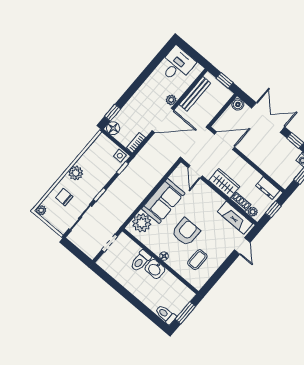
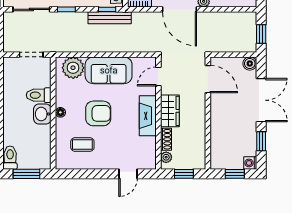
bench: (195, 94) -> (110, 18), moved
dresser: (268, 188) -> (198, 153), removed
fireplace: (235, 218) -> (148, 116), moved

